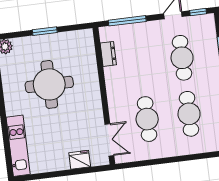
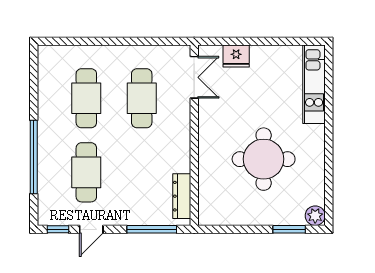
window: (45, 31) -> (289, 229), moved
dresser: (108, 54) -> (182, 196), width x1.44
double door: (109, 140) -> (194, 77), swing flipped

